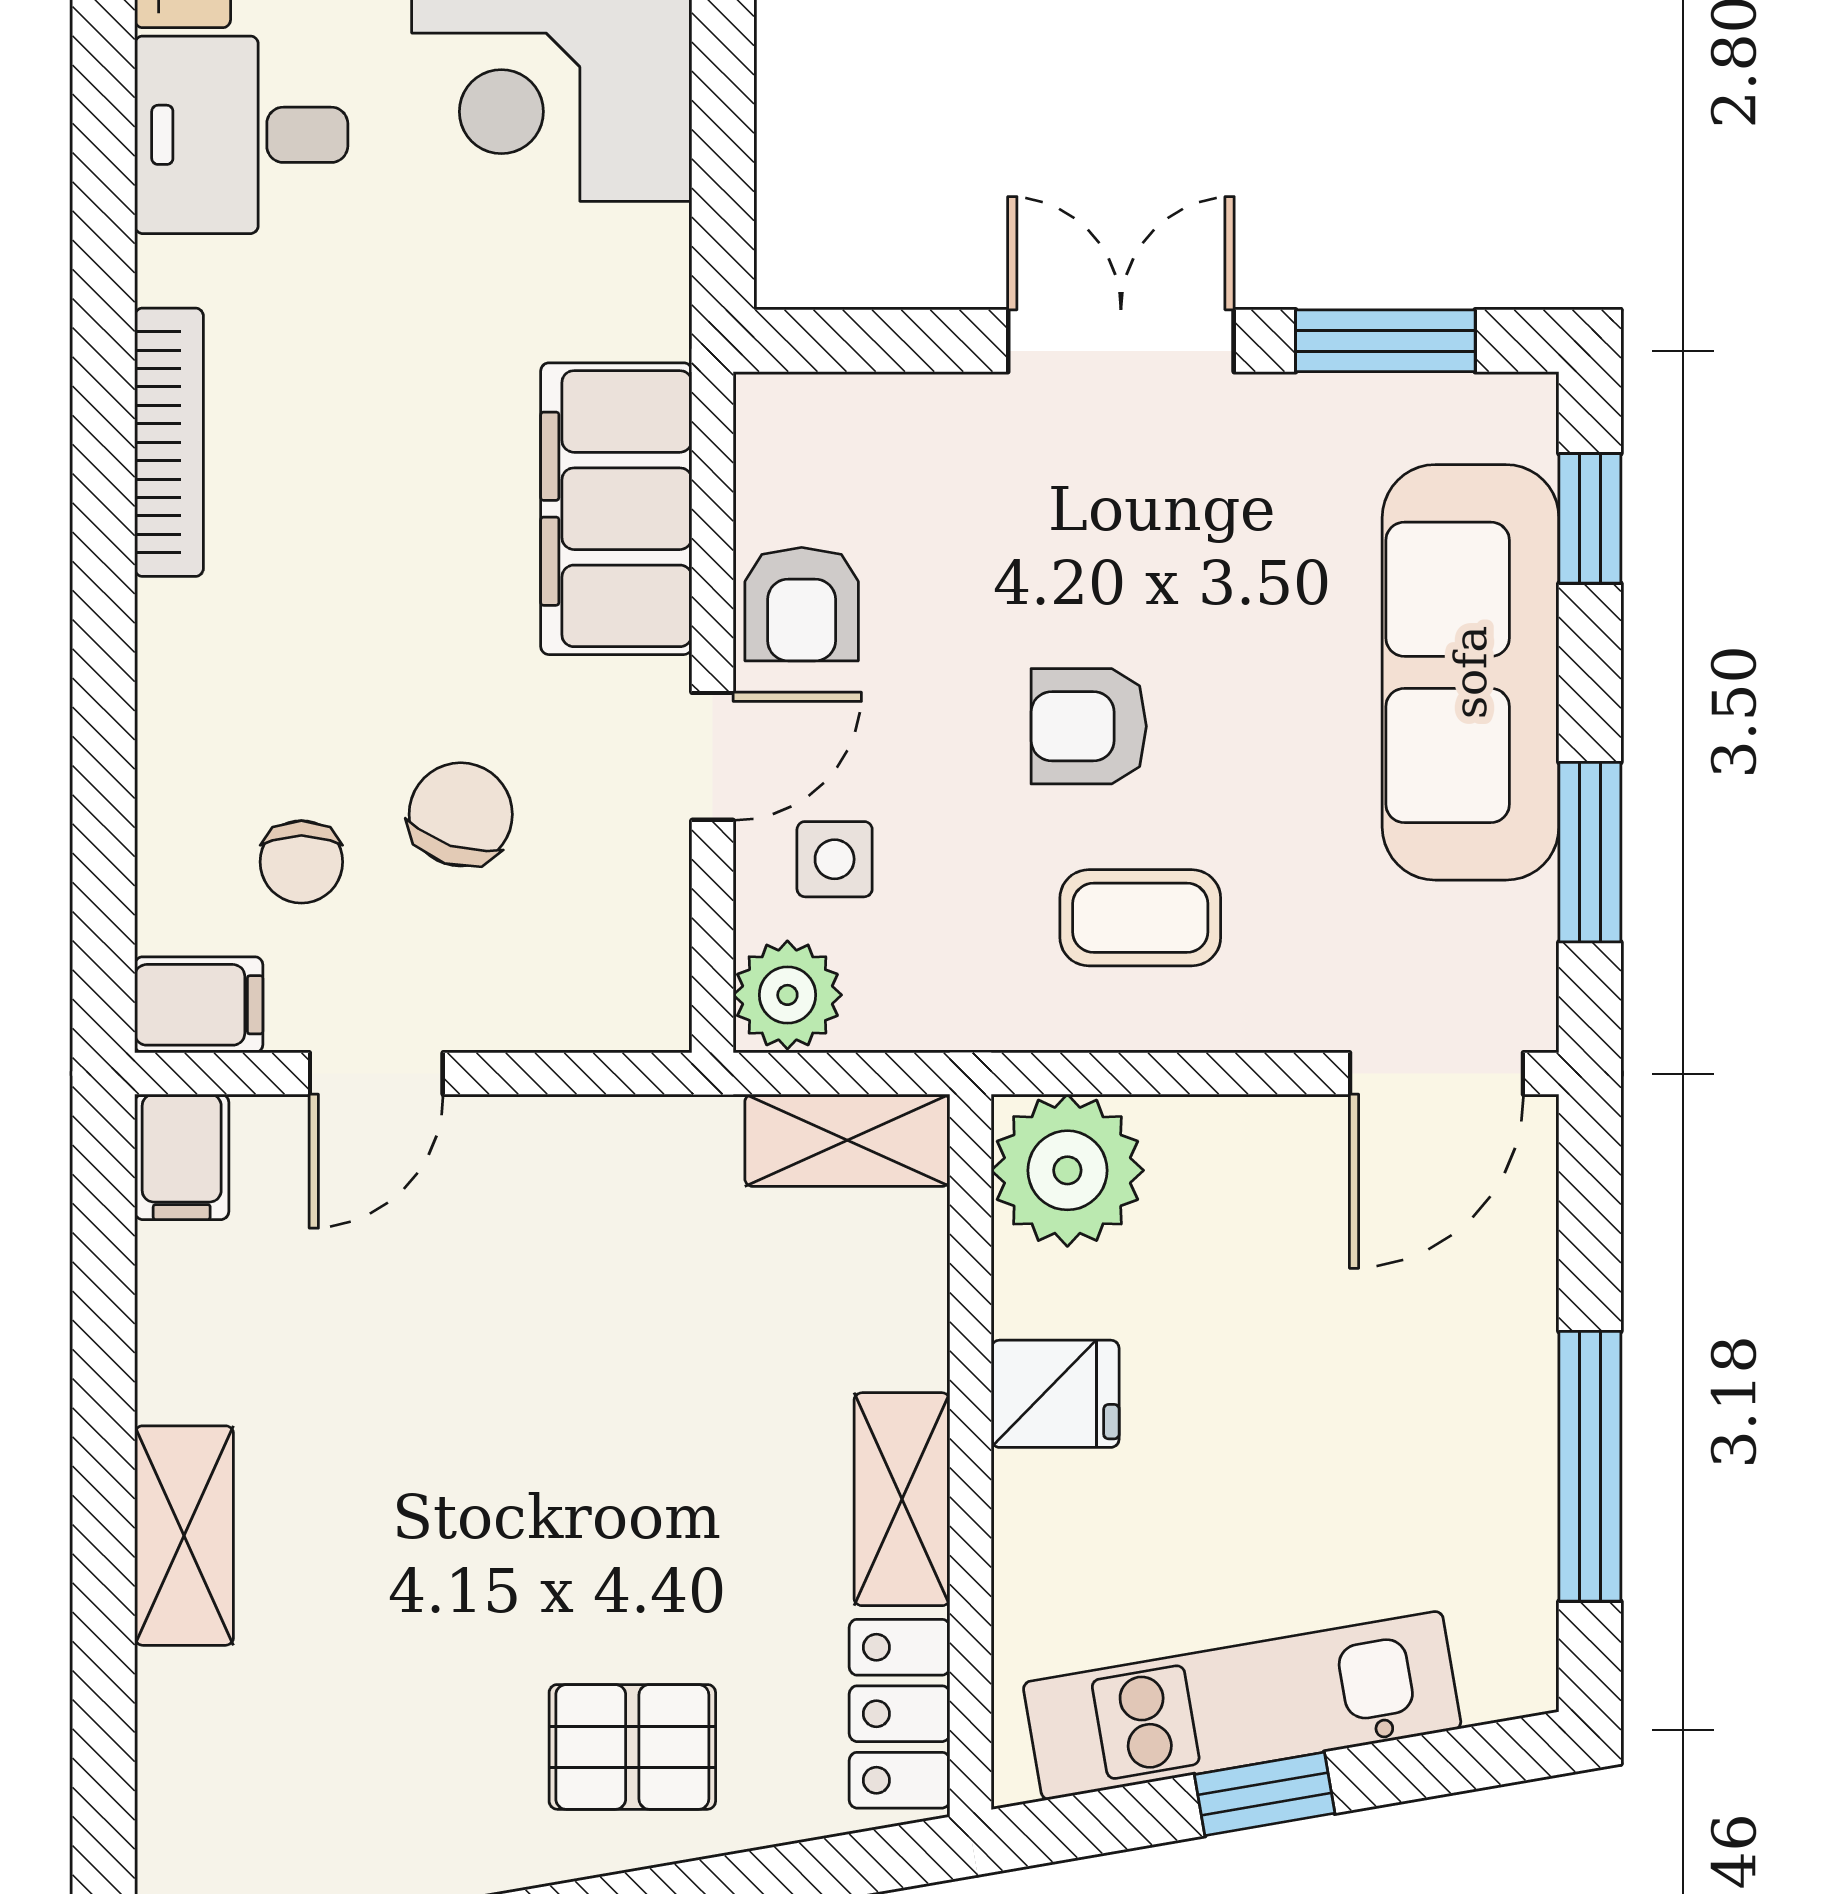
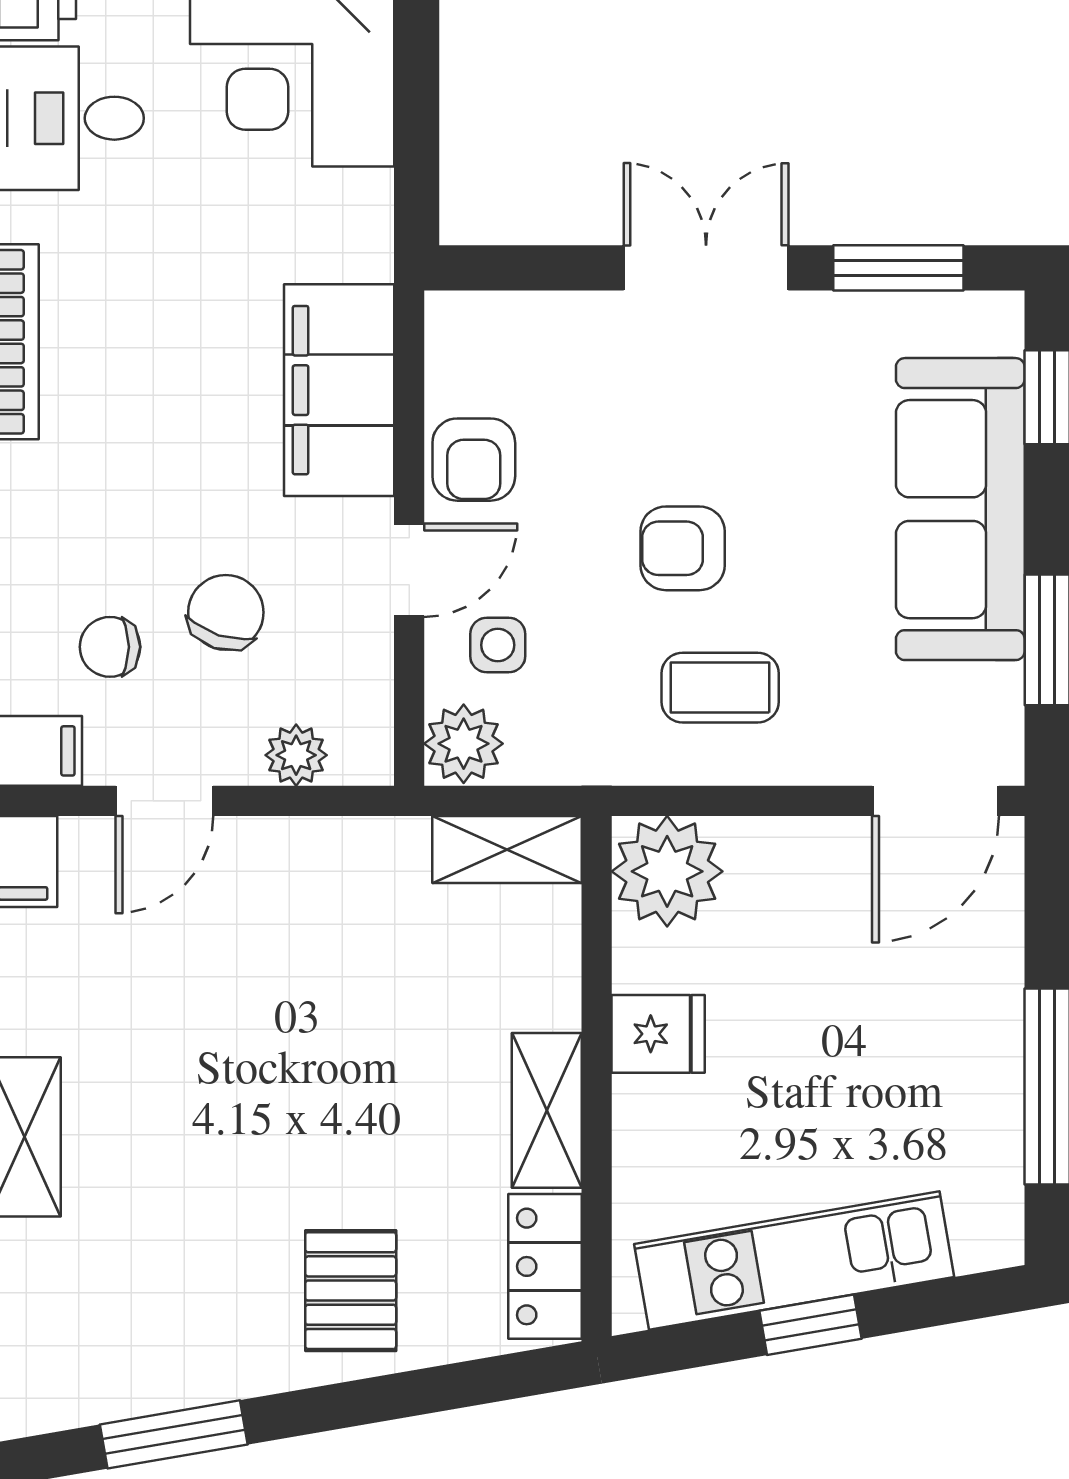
chair: (301, 862) -> (110, 647), turned 90
plant: (557, 1011) -> (296, 755), added
pallet: (632, 1747) -> (351, 1291), turned 90

